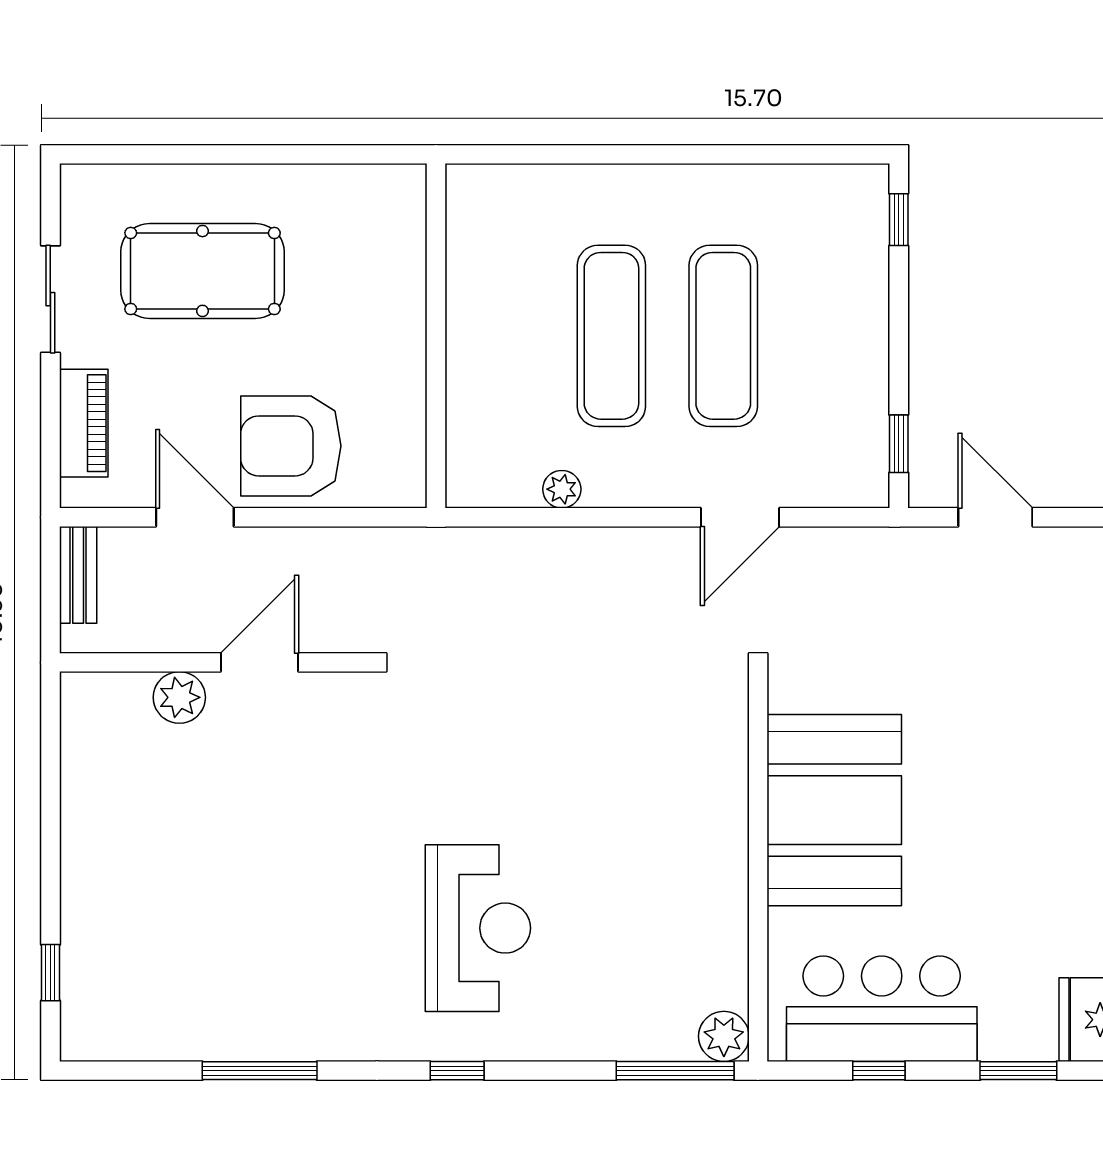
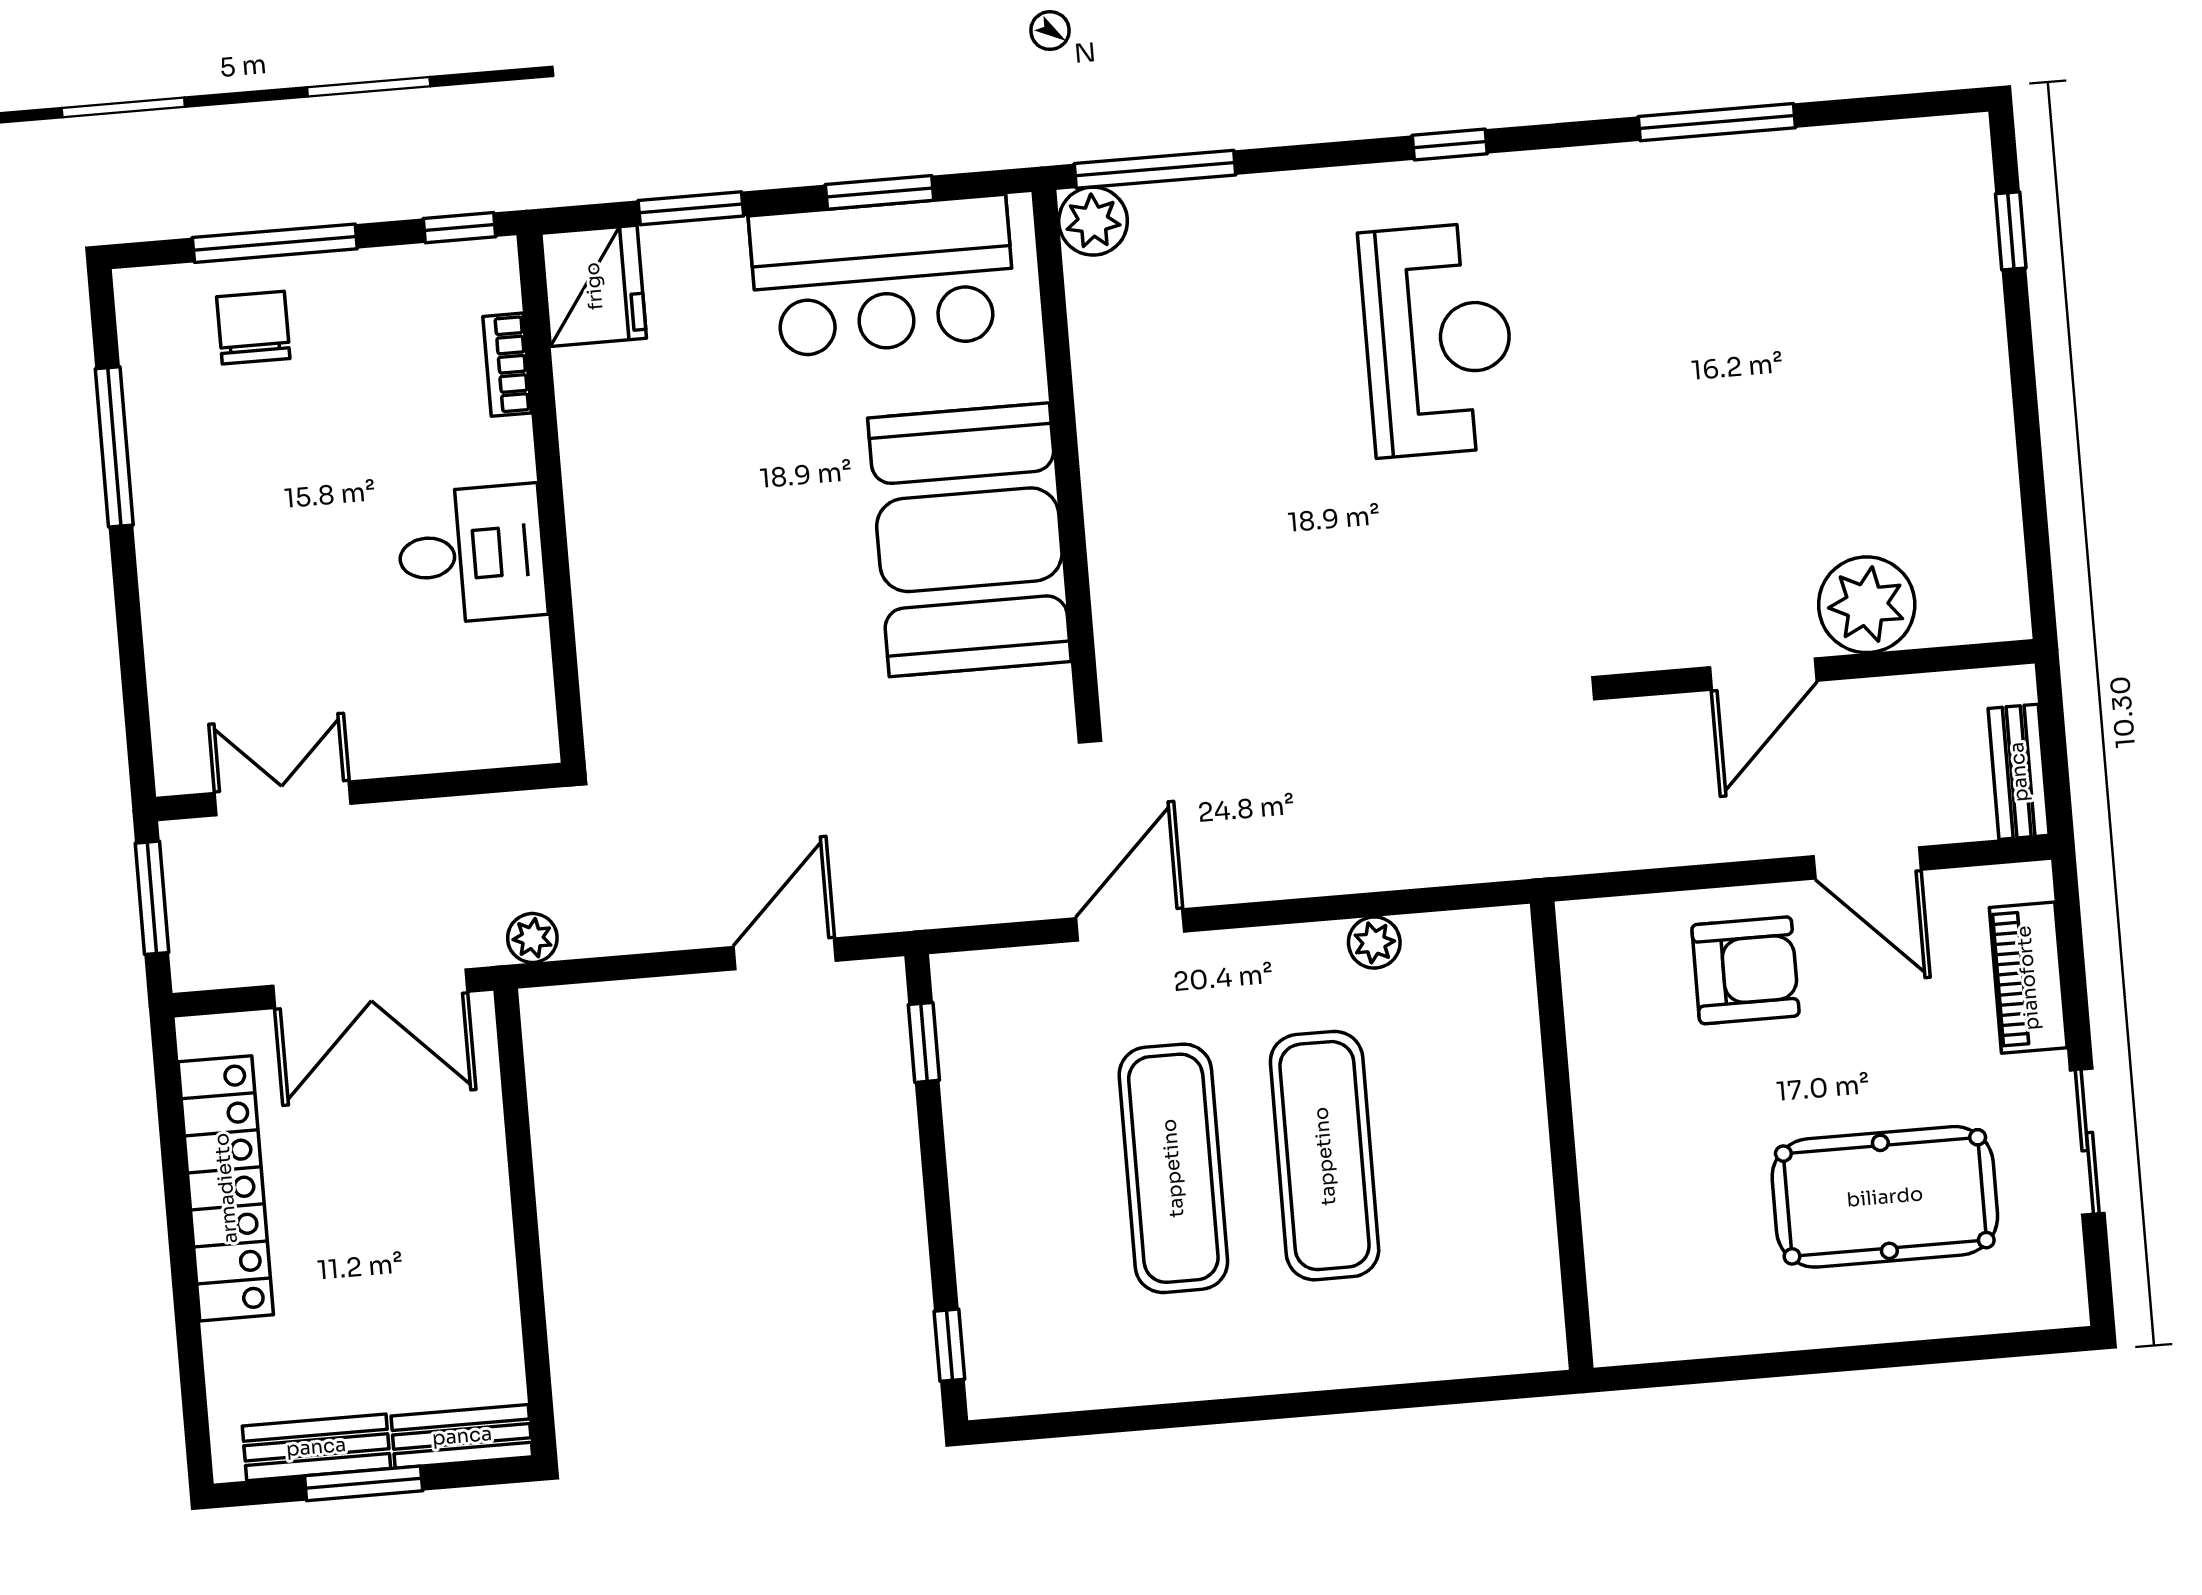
armchair: (291, 446) -> (1745, 970), width x0.73, depth x0.73
door: (995, 517) -> (785, 954), swing flipped
plant: (179, 697) -> (1867, 605), width x1.36, depth x1.36
reception desk: (478, 928) -> (1438, 340), turned 180
window: (879, 1071) -> (880, 192), width x1.50

